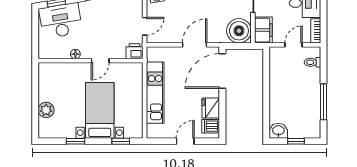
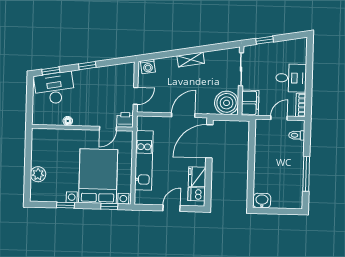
door: (100, 61) -> (108, 128), moved
bed with nightstands: (100, 110) -> (98, 176), width x1.36
window: (296, 141) -> (279, 211), removed

